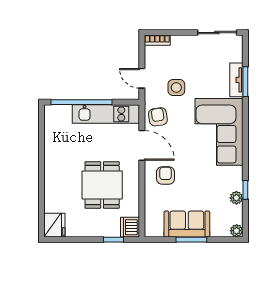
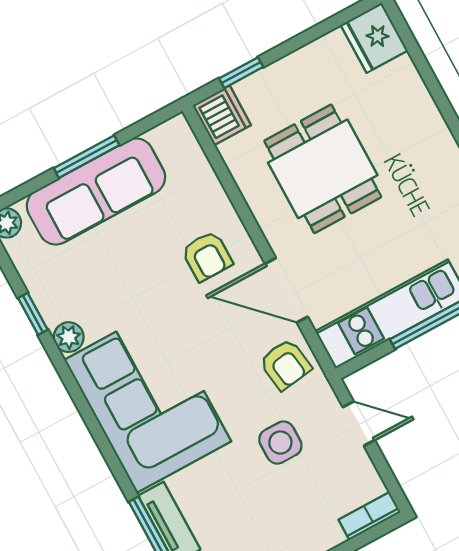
plant: (236, 198) -> (69, 337), moved
sofa: (187, 224) -> (96, 191), width x1.36

